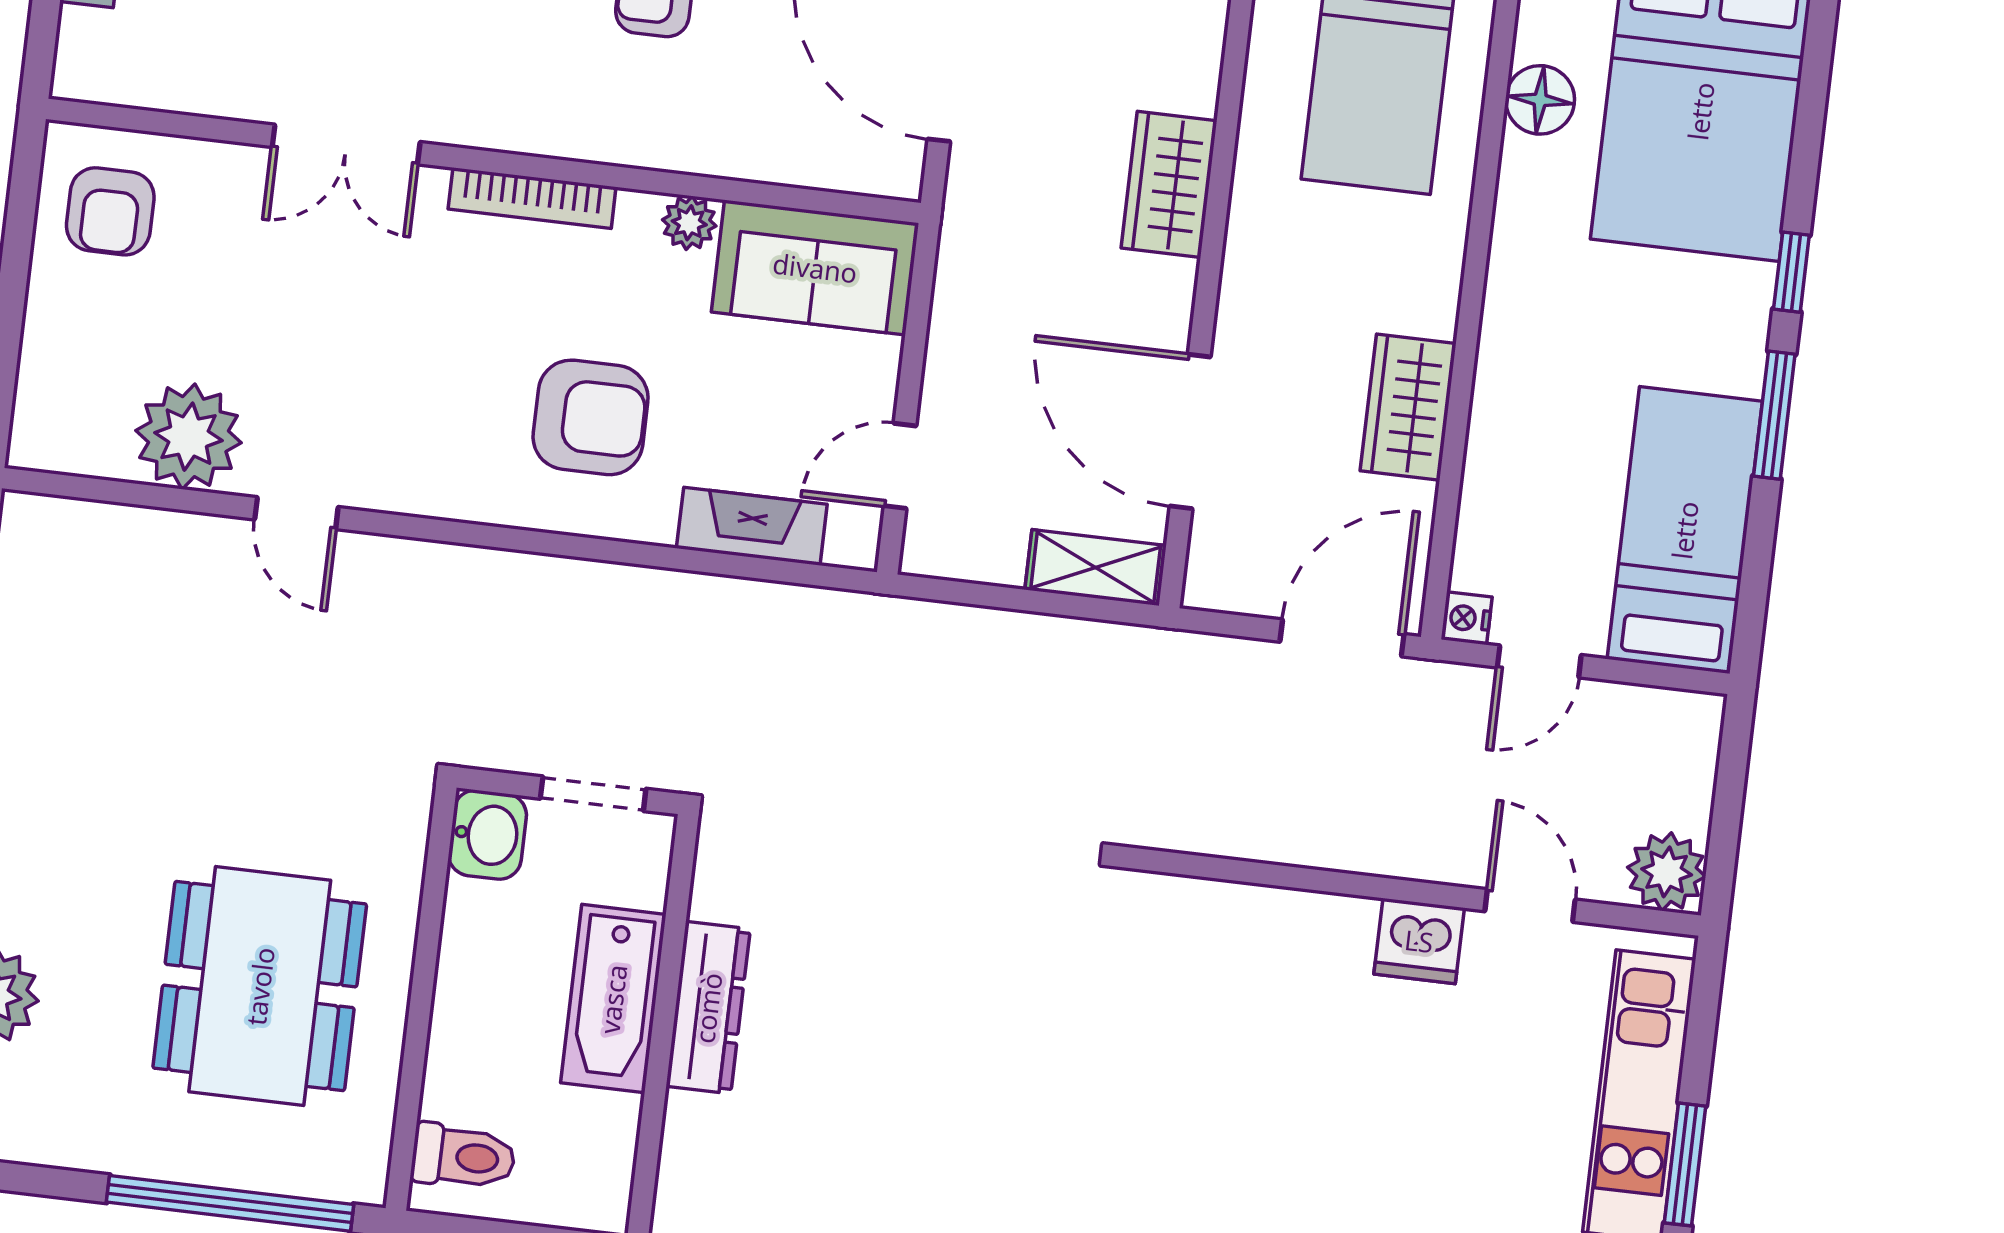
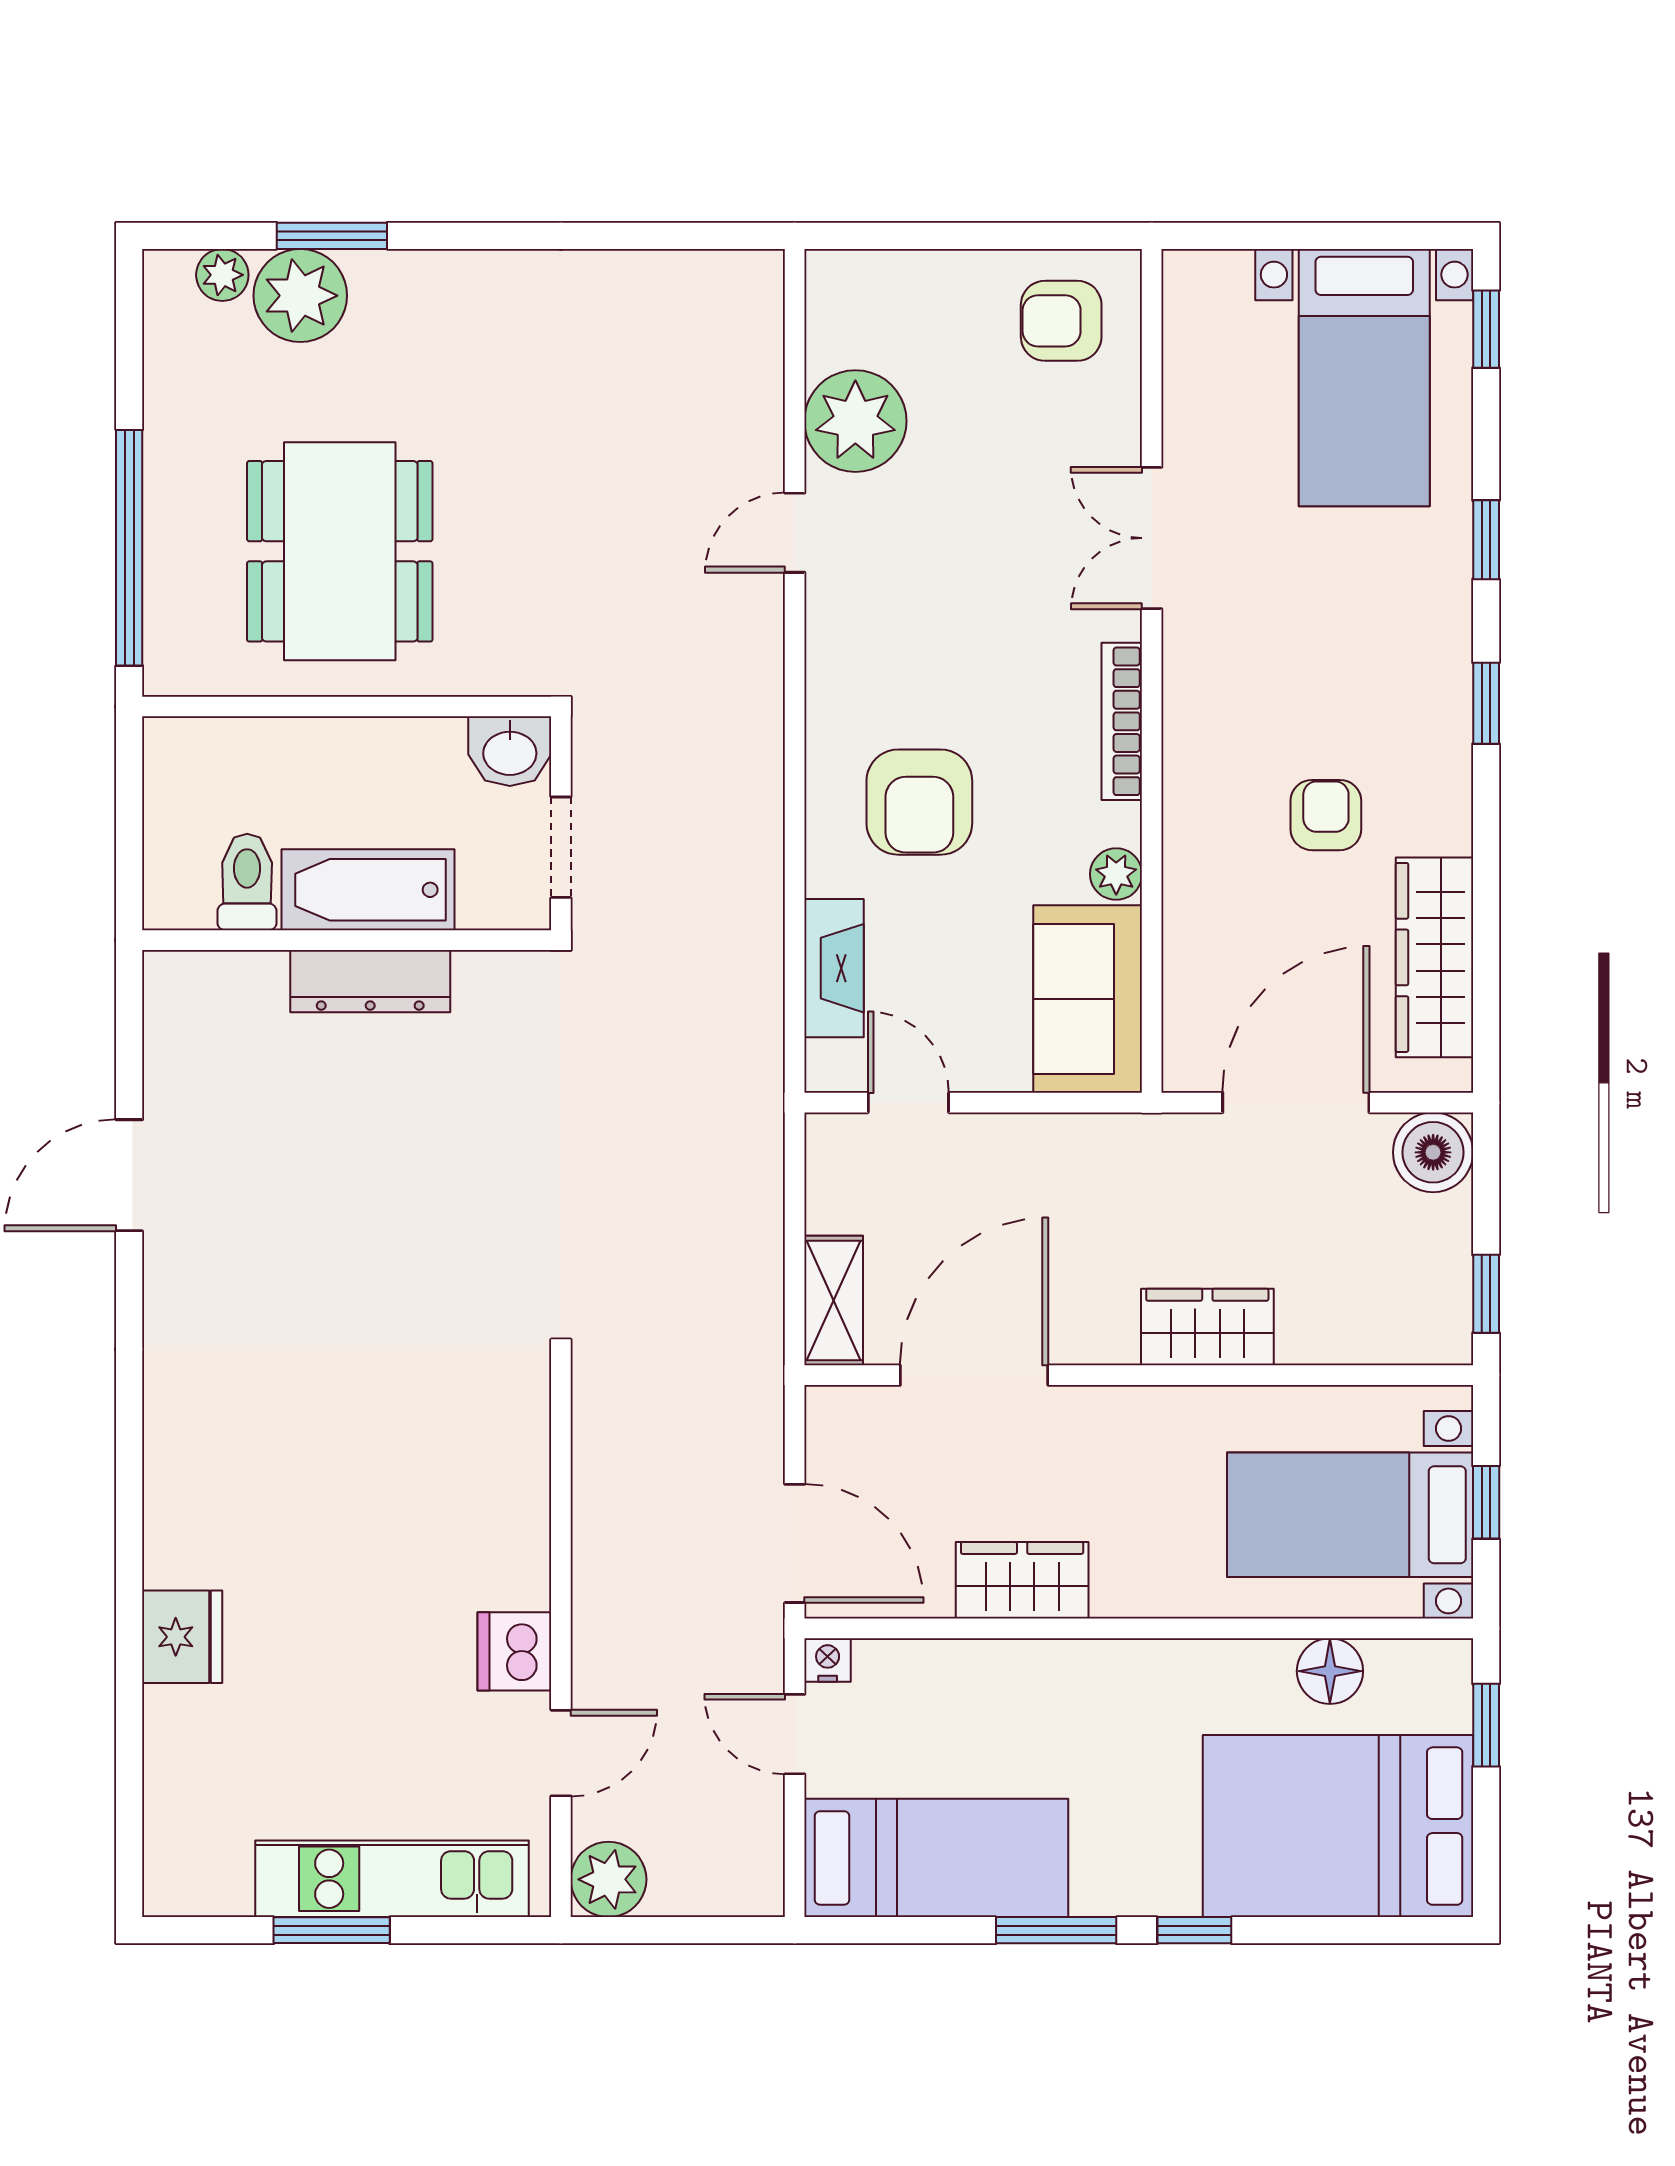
dining table: (260, 986) -> (340, 551), turned 90
toilet: (463, 1157) -> (247, 882), moved, turned 180

